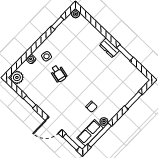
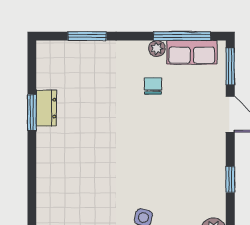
dresser: (109, 48) -> (46, 108), moved
wheelchair: (59, 74) -> (151, 177), removed

